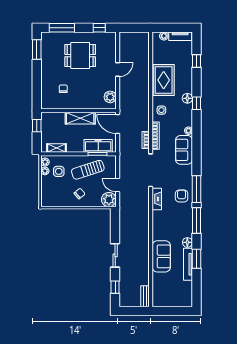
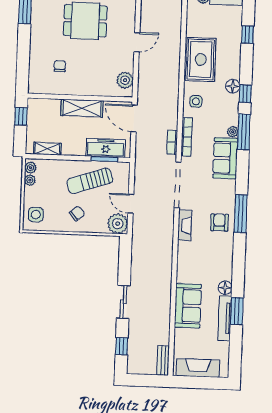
side table: (59, 171) -> (36, 214), moved
window: (196, 220) -> (244, 132), moved
fireplace: (170, 300) -> (198, 368), added

